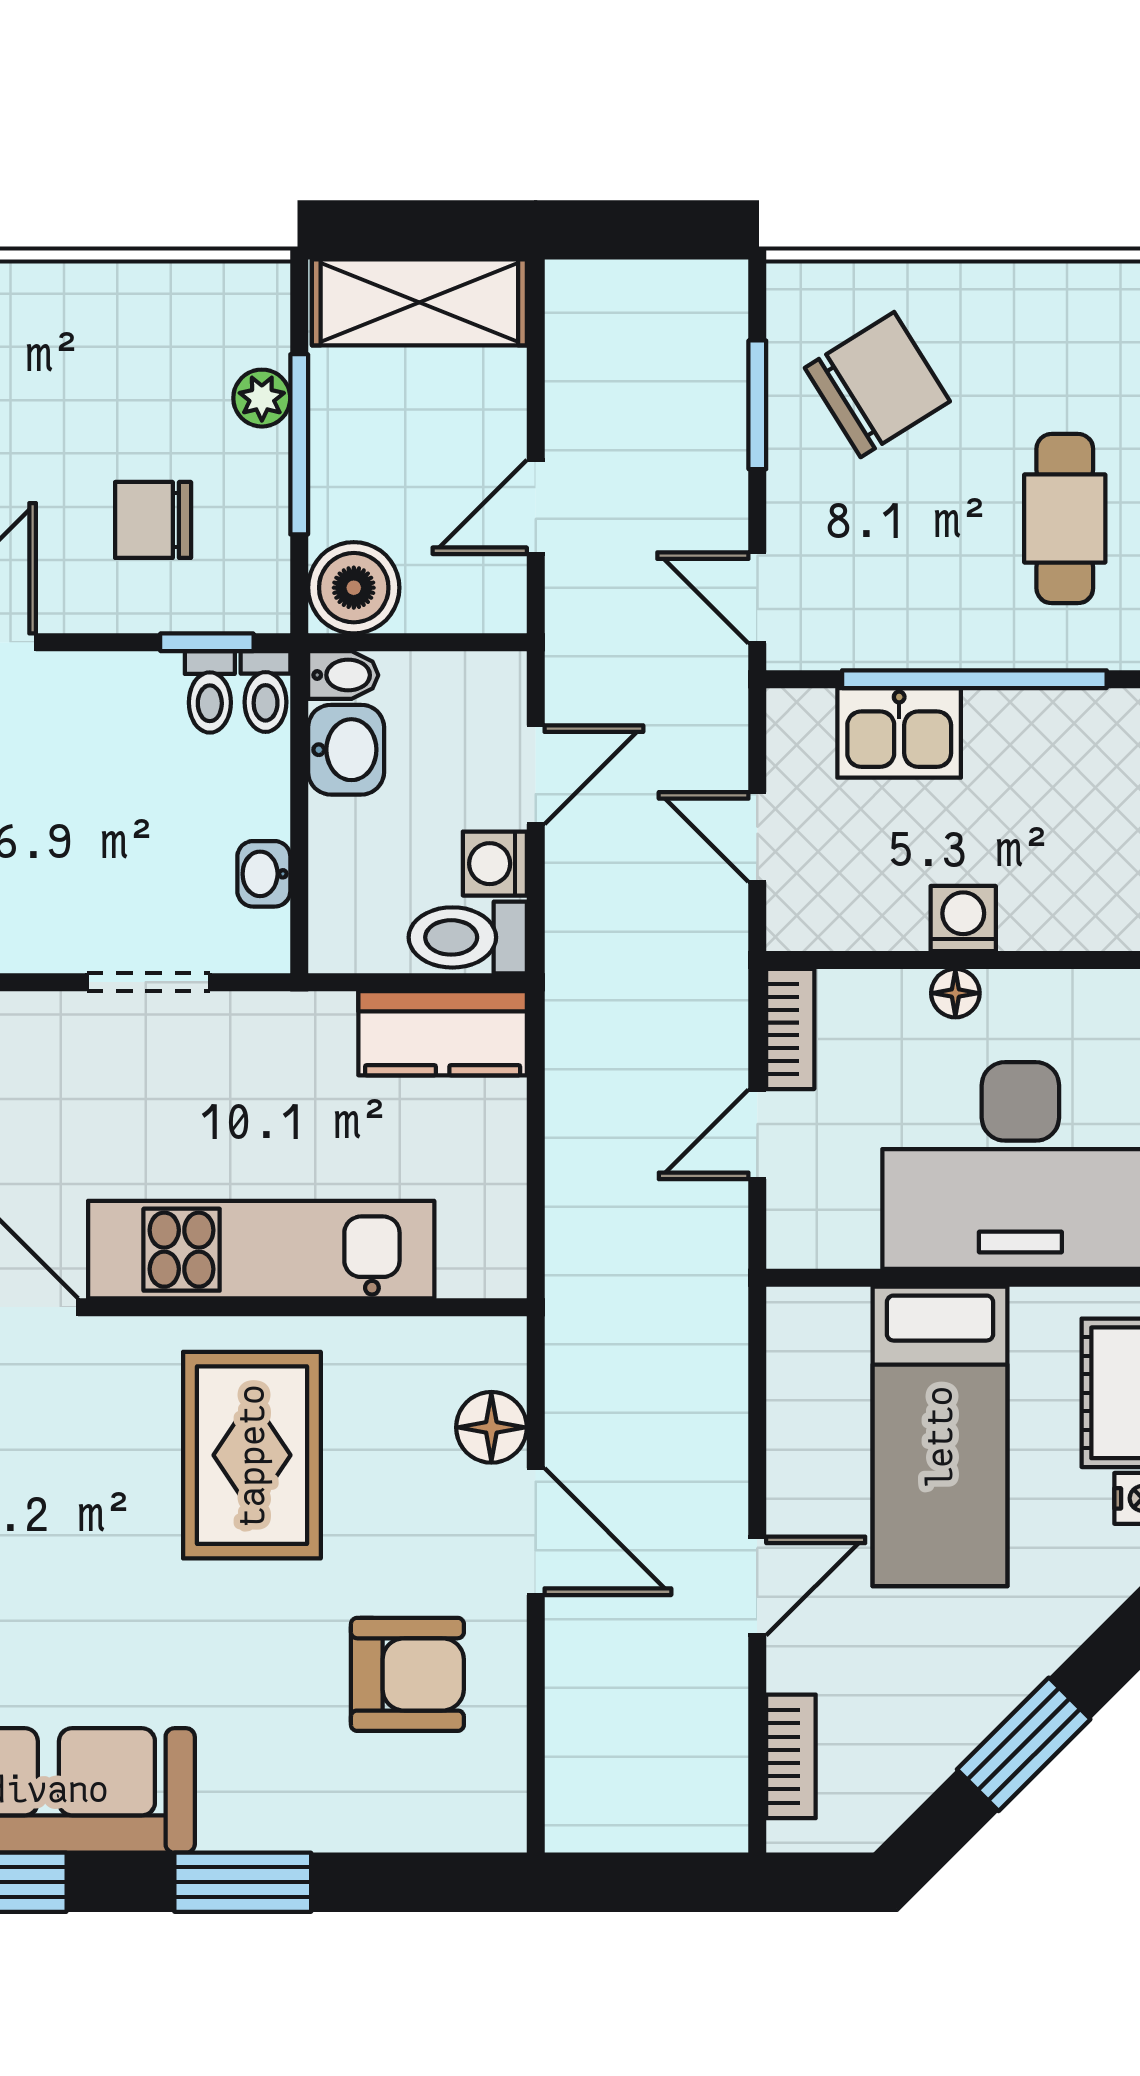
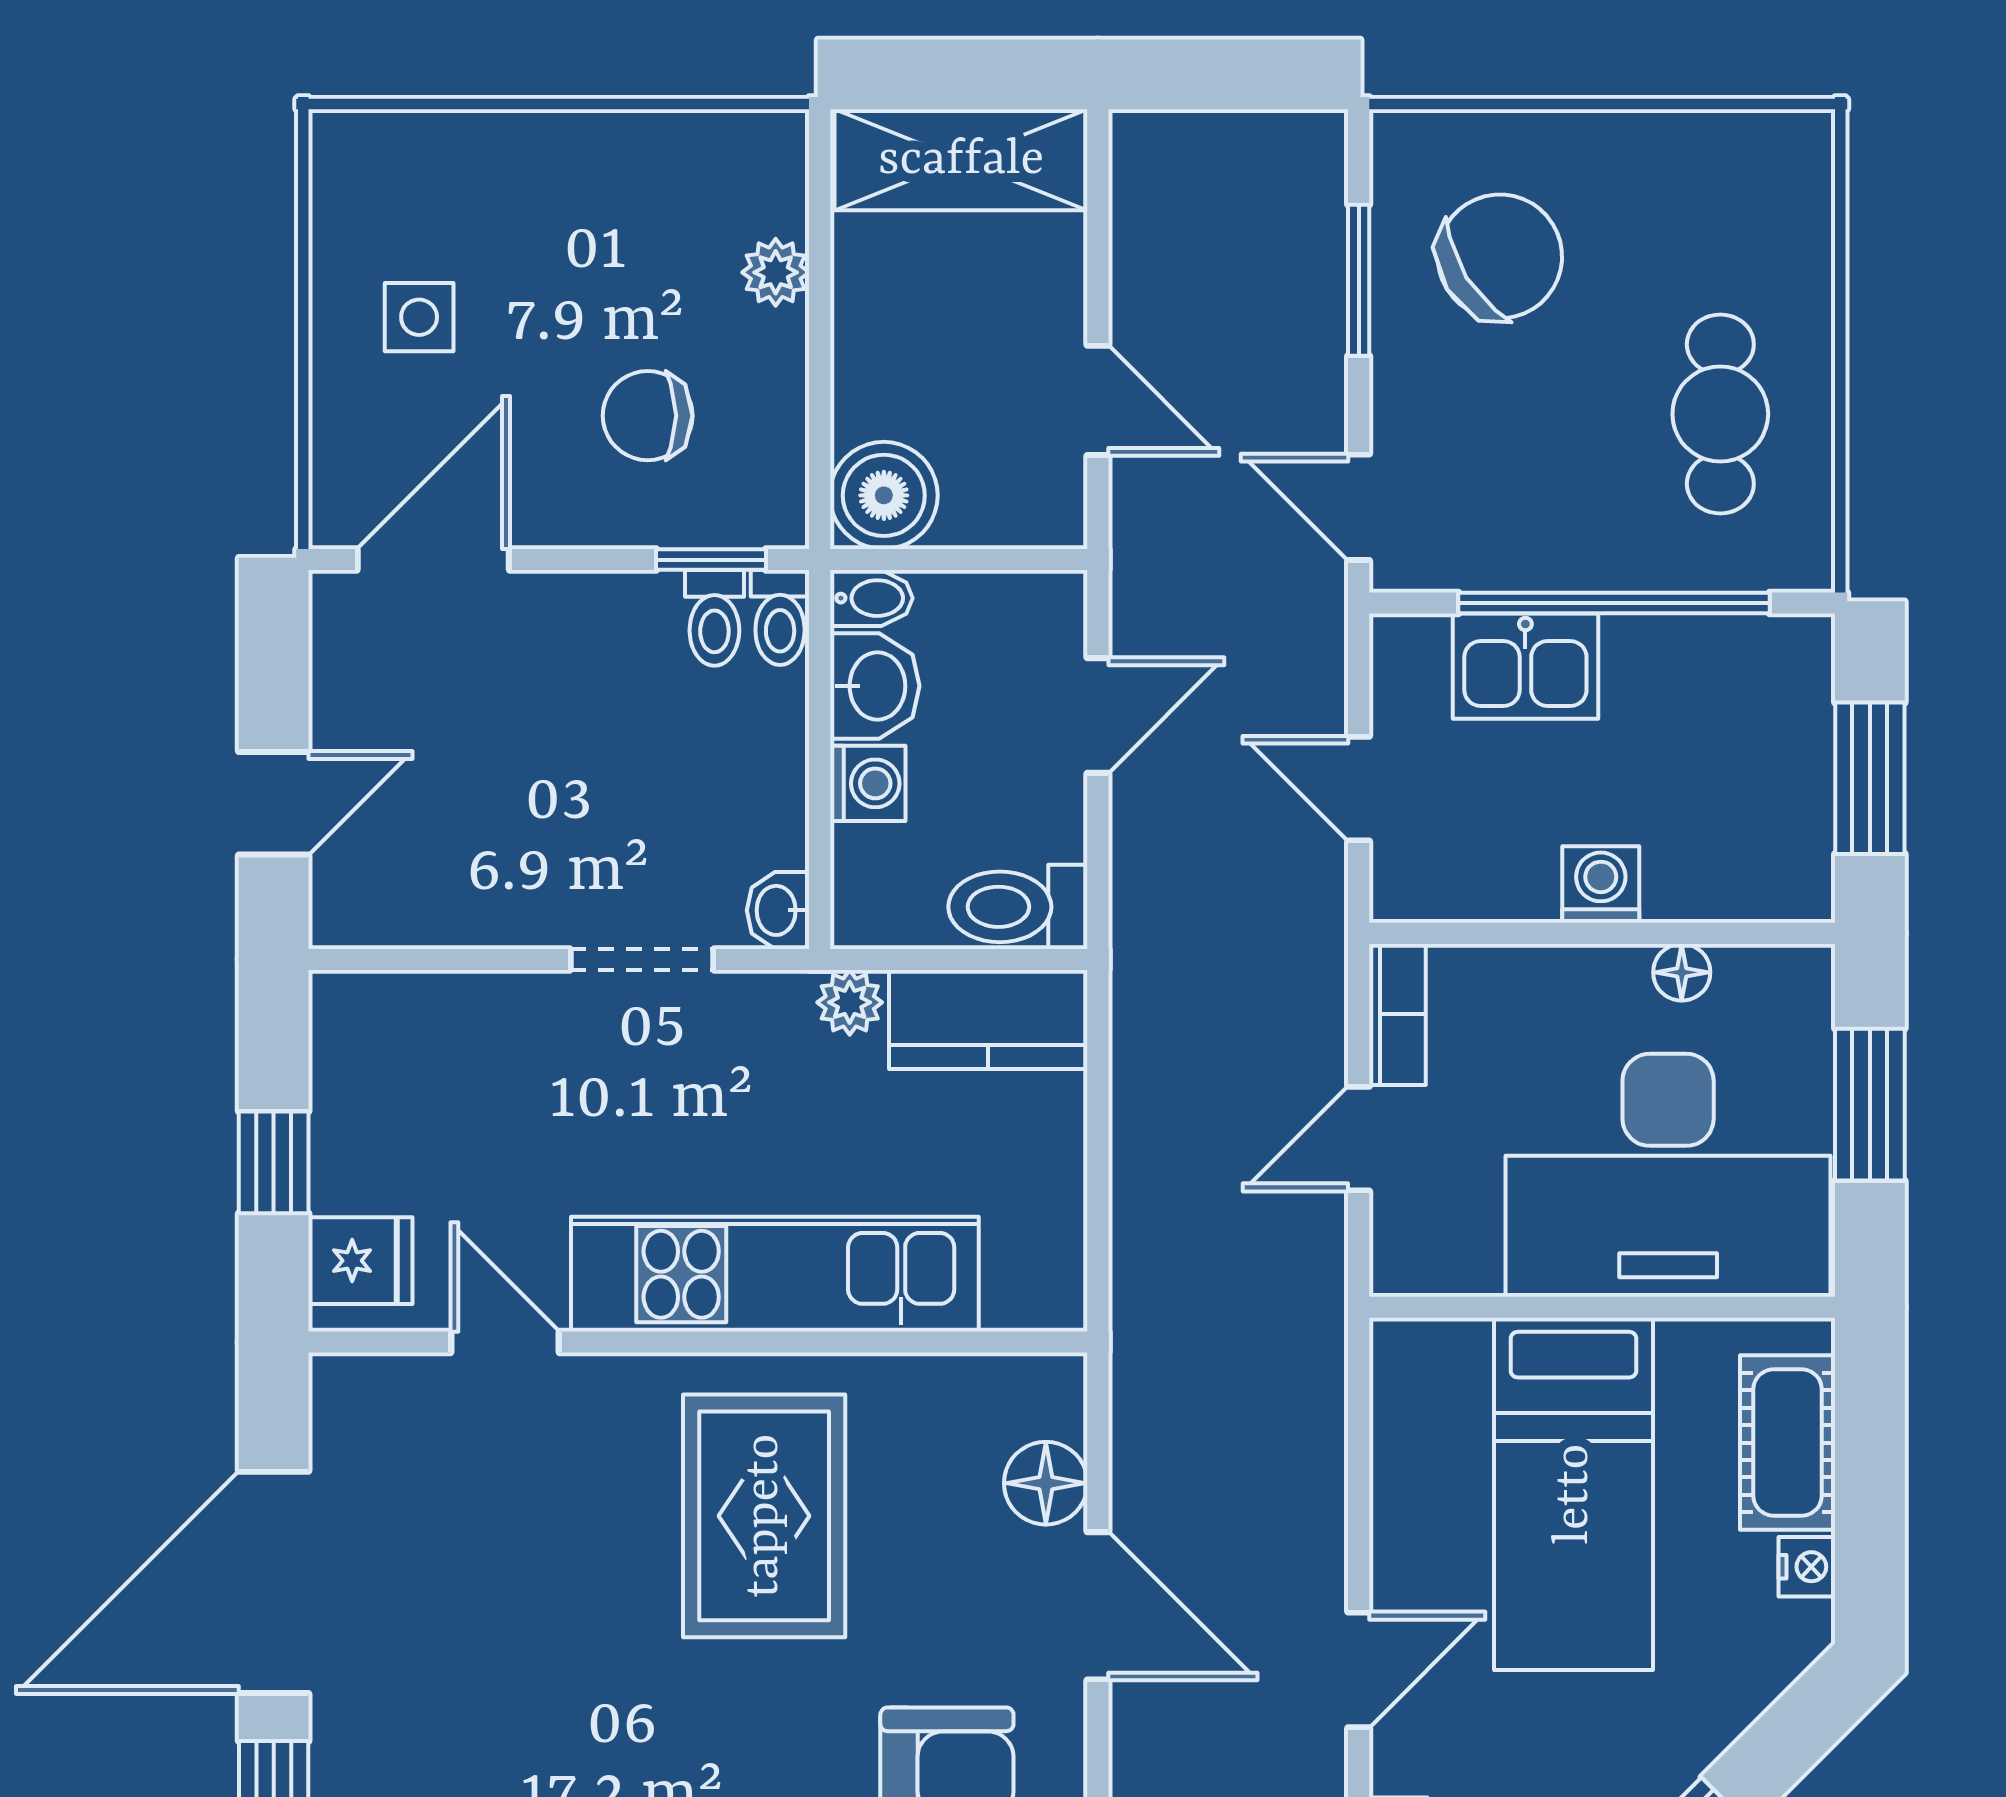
window: (299, 444) -> (820, 327), removed
door: (536, 507) -> (1098, 400), swing flipped
washing machine: (495, 864) -> (868, 783), moved, turned 180
washbasin: (264, 874) -> (778, 910), moved
floor lamp: (955, 993) -> (1682, 972), moved
plant: (325, 1019) -> (850, 1002), added

